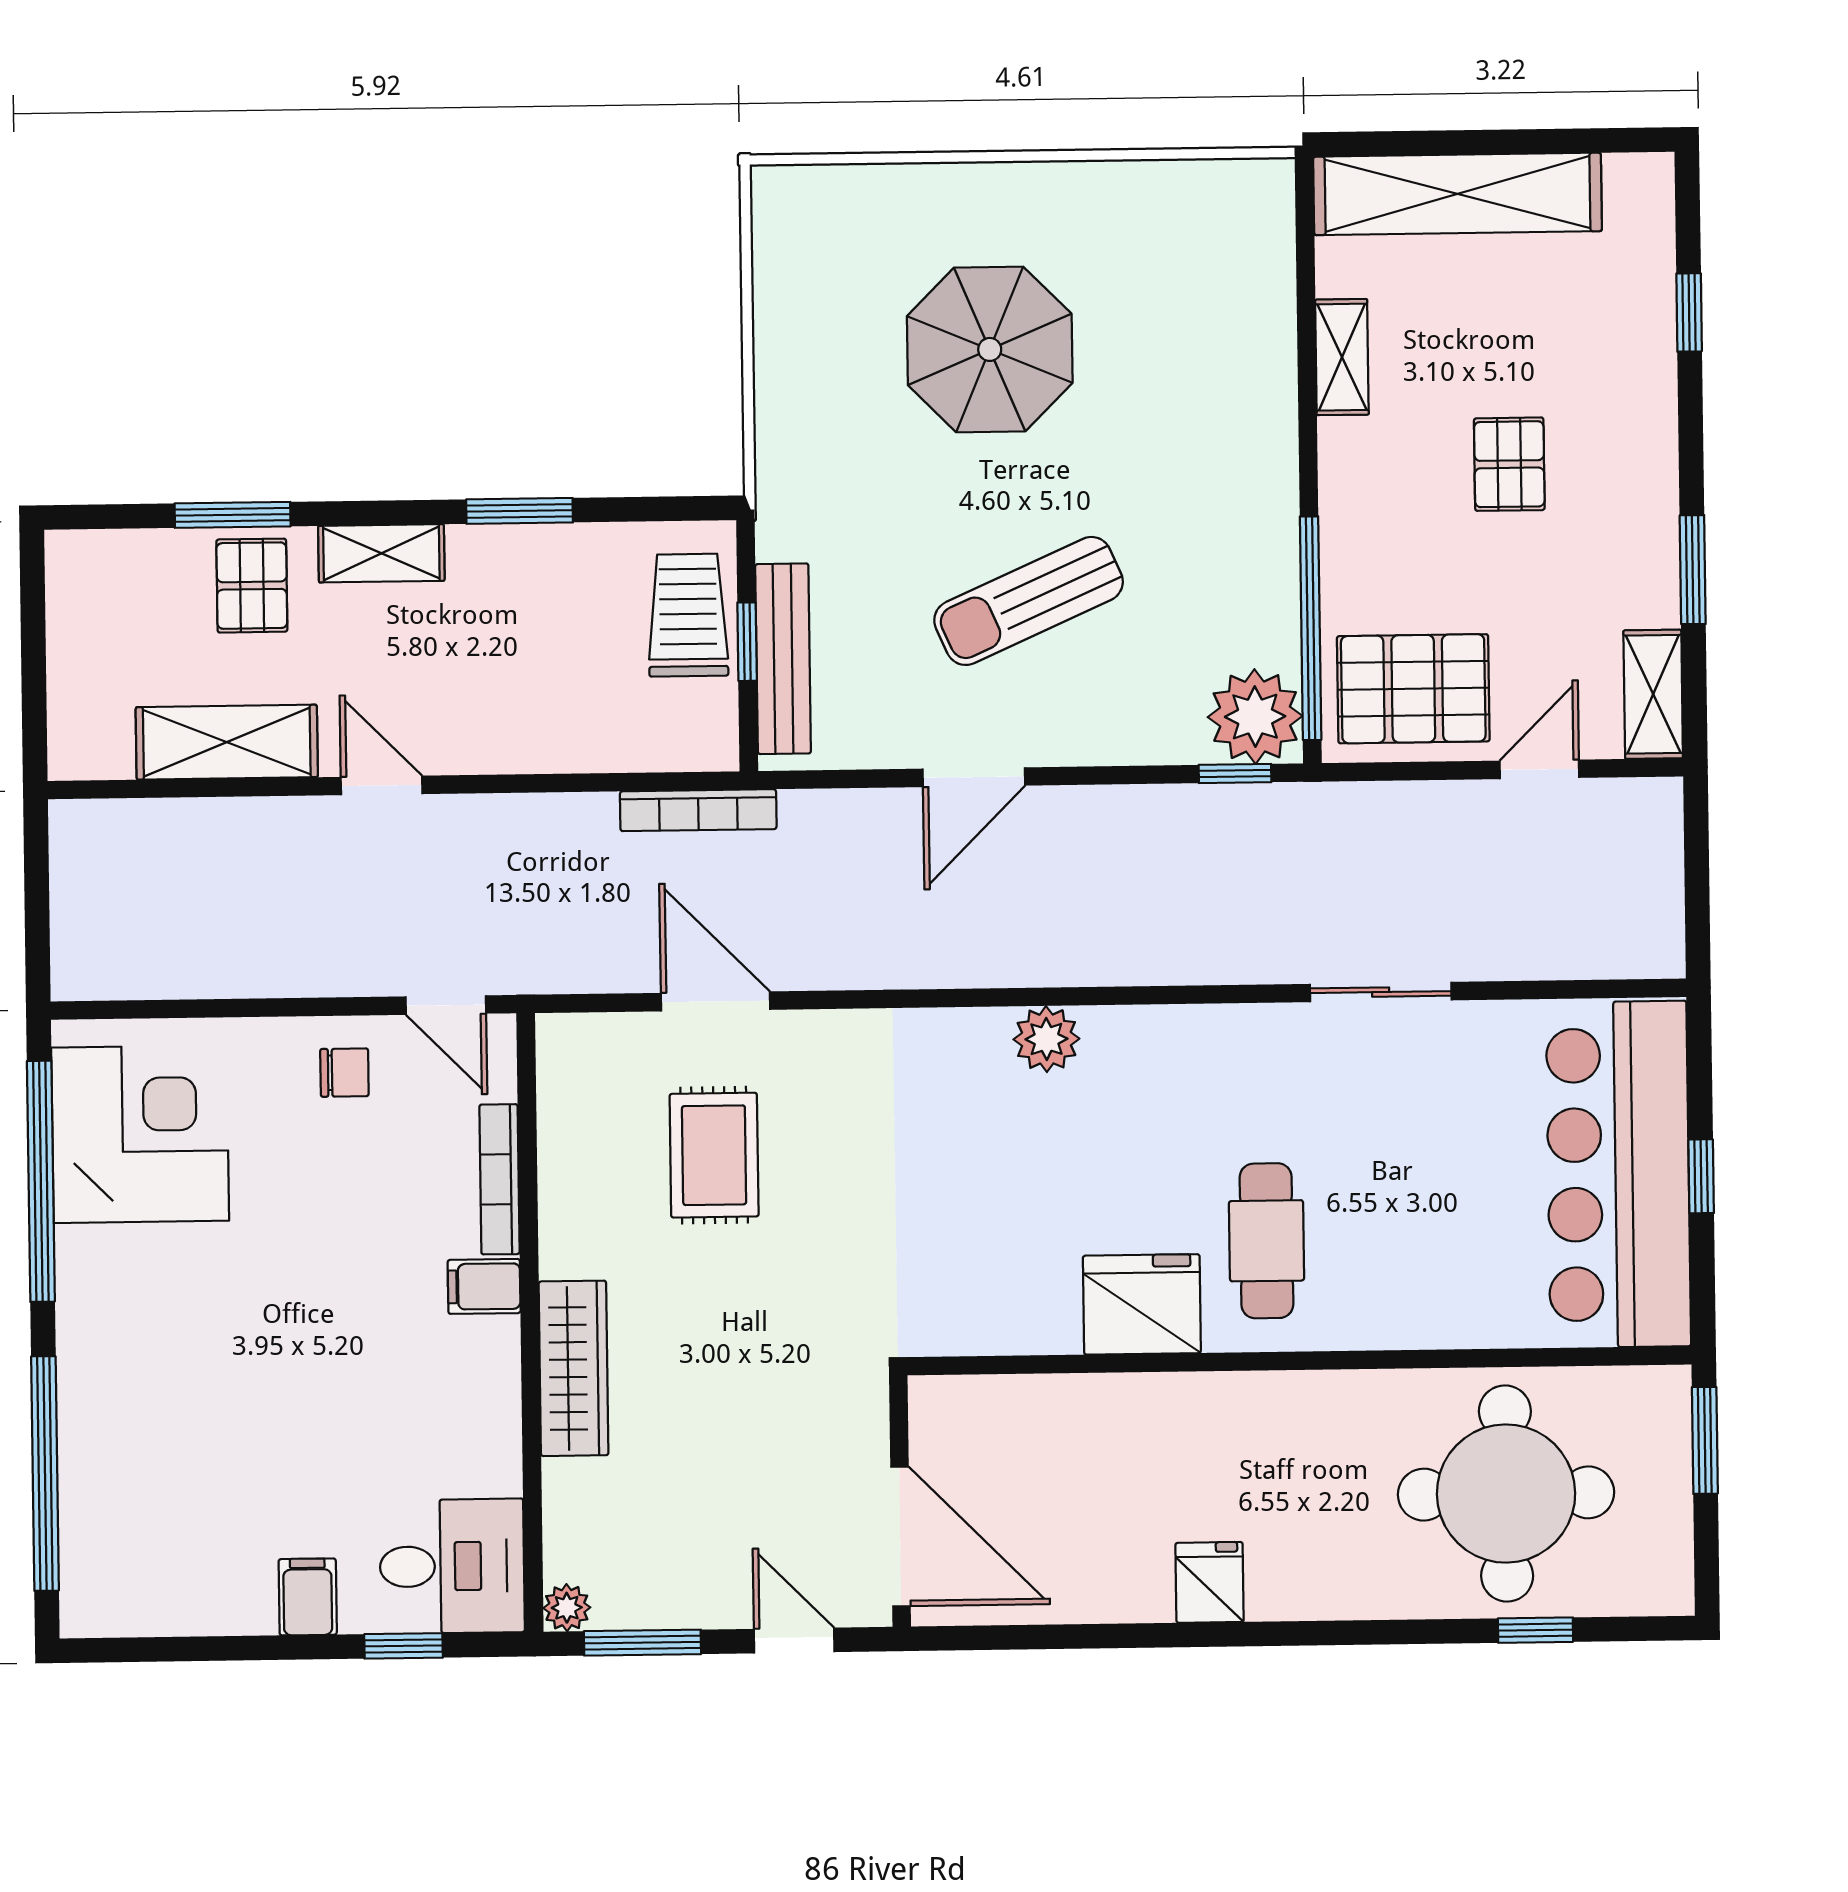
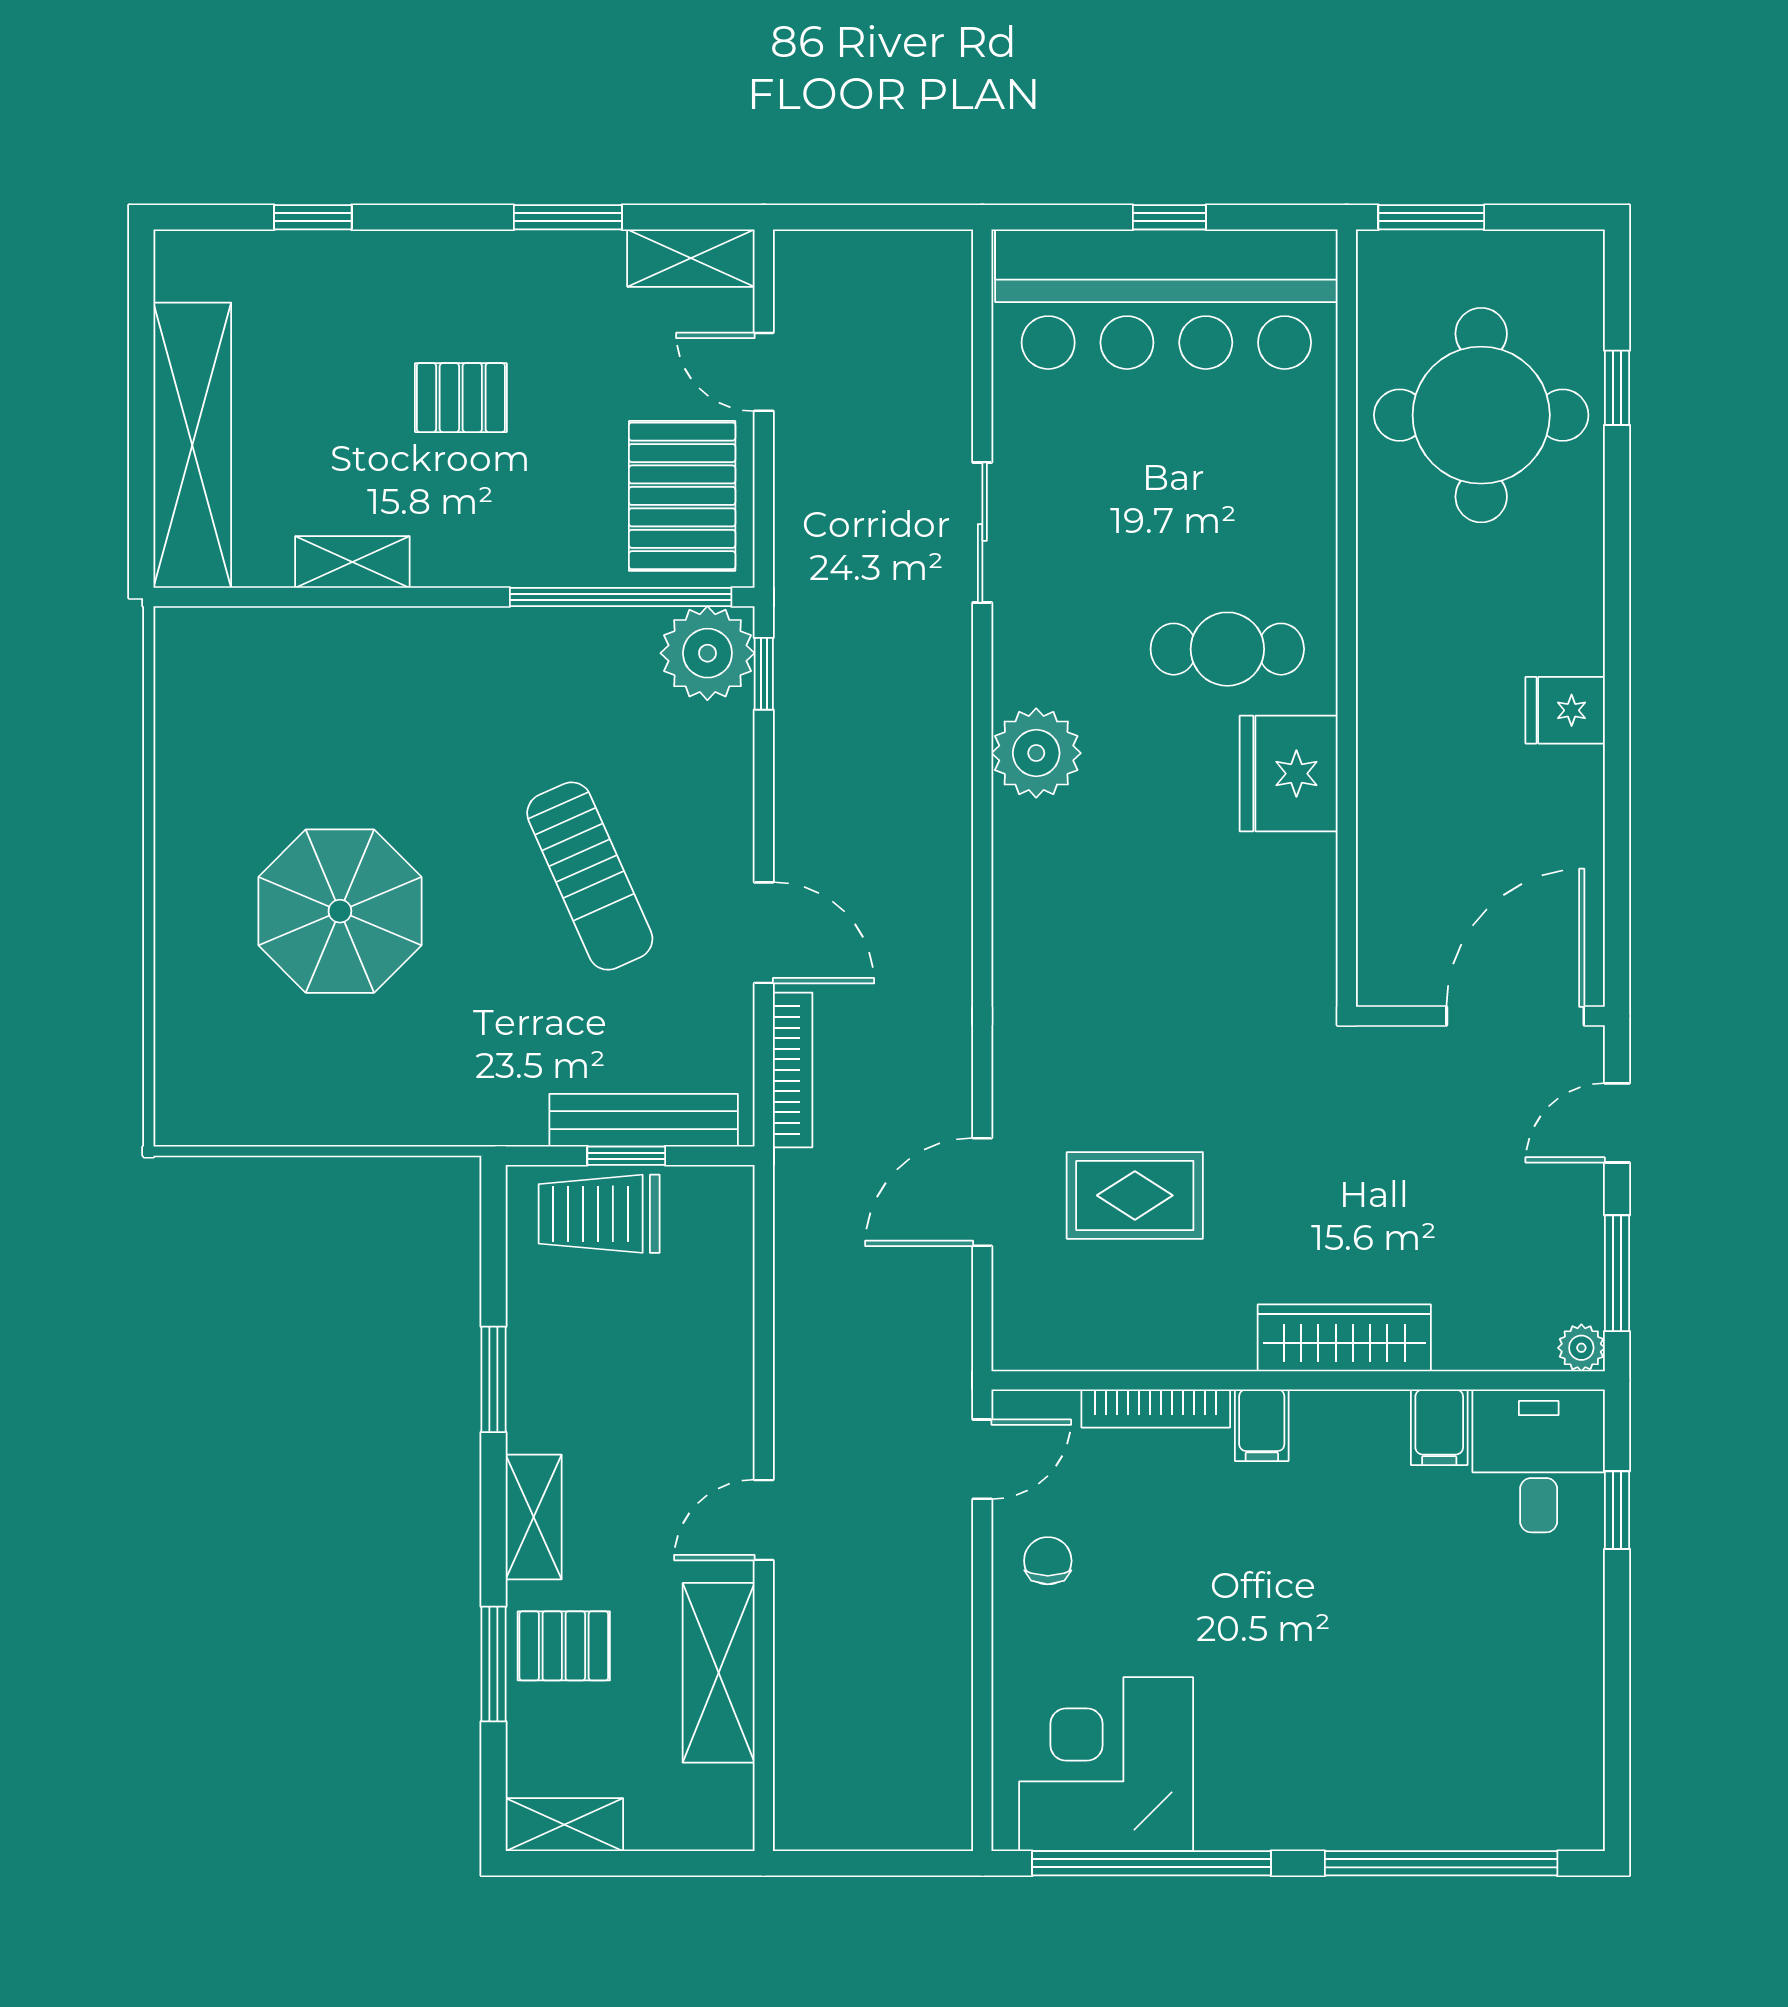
shelving: (72, 589) -> (564, 1825), added
bookcase: (698, 810) -> (793, 1070), moved
plant: (1046, 1039) -> (1036, 753), moved, width x1.36, depth x1.36
filing cabinet: (308, 1597) -> (1439, 1427), moved, turned -90

